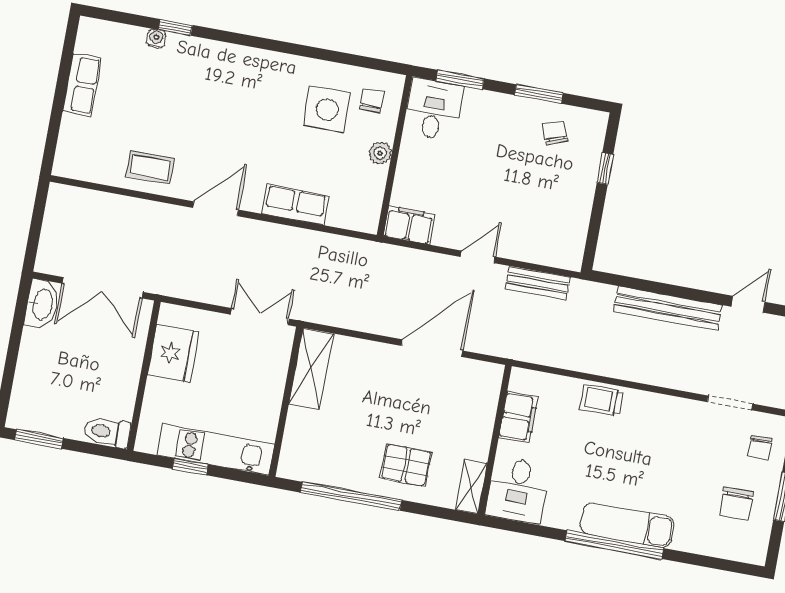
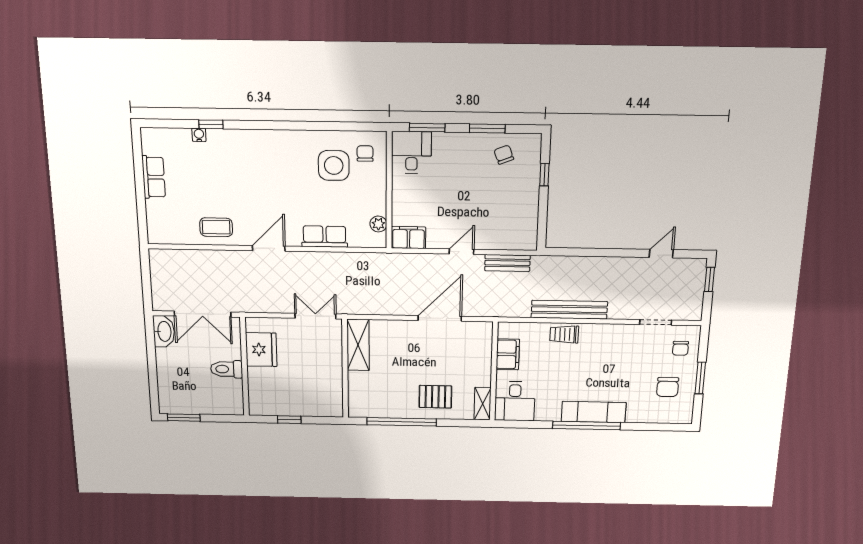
plant: (380, 153) -> (378, 224), moved
bench: (668, 308) -> (569, 310), moved
toilet: (107, 432) -> (227, 369), moved
kitchen unit: (216, 450) -> (304, 406), removed

